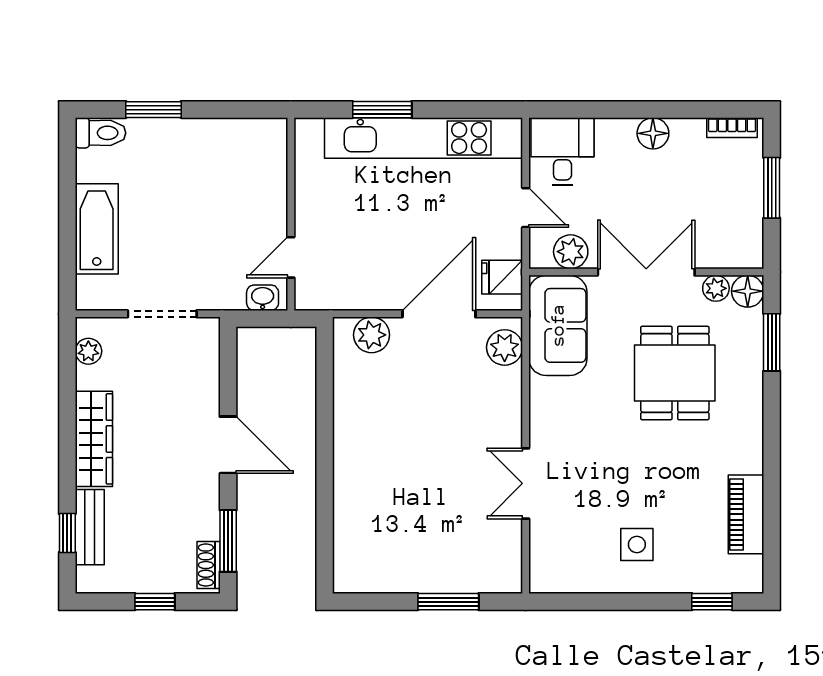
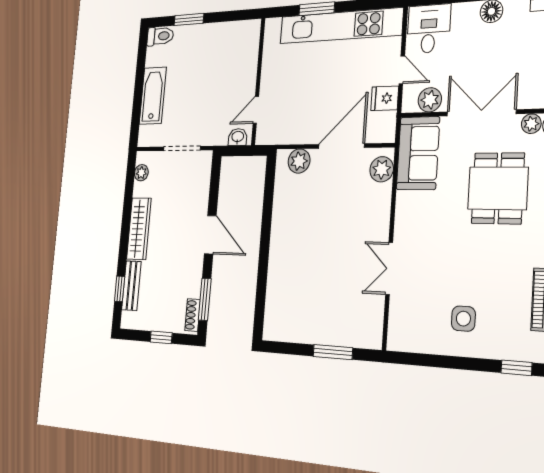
fridge: (502, 277) -> (385, 98), moved

